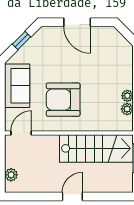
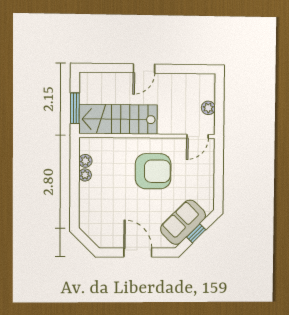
sofa: (17, 86) -> (183, 222), moved, turned 45
plant: (11, 175) -> (208, 108), moved

